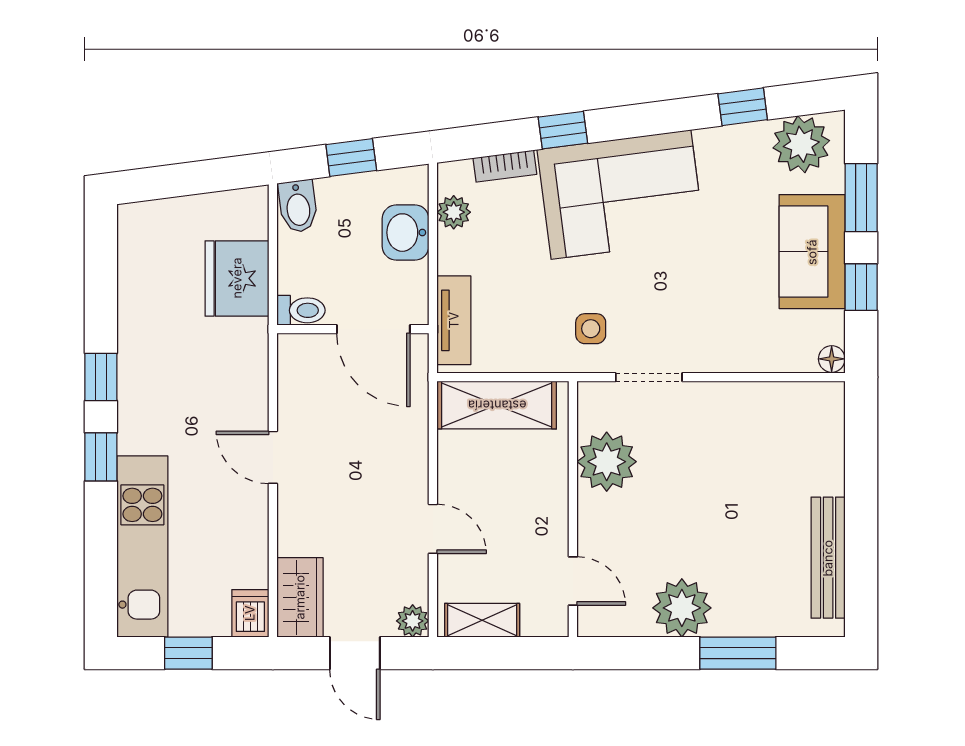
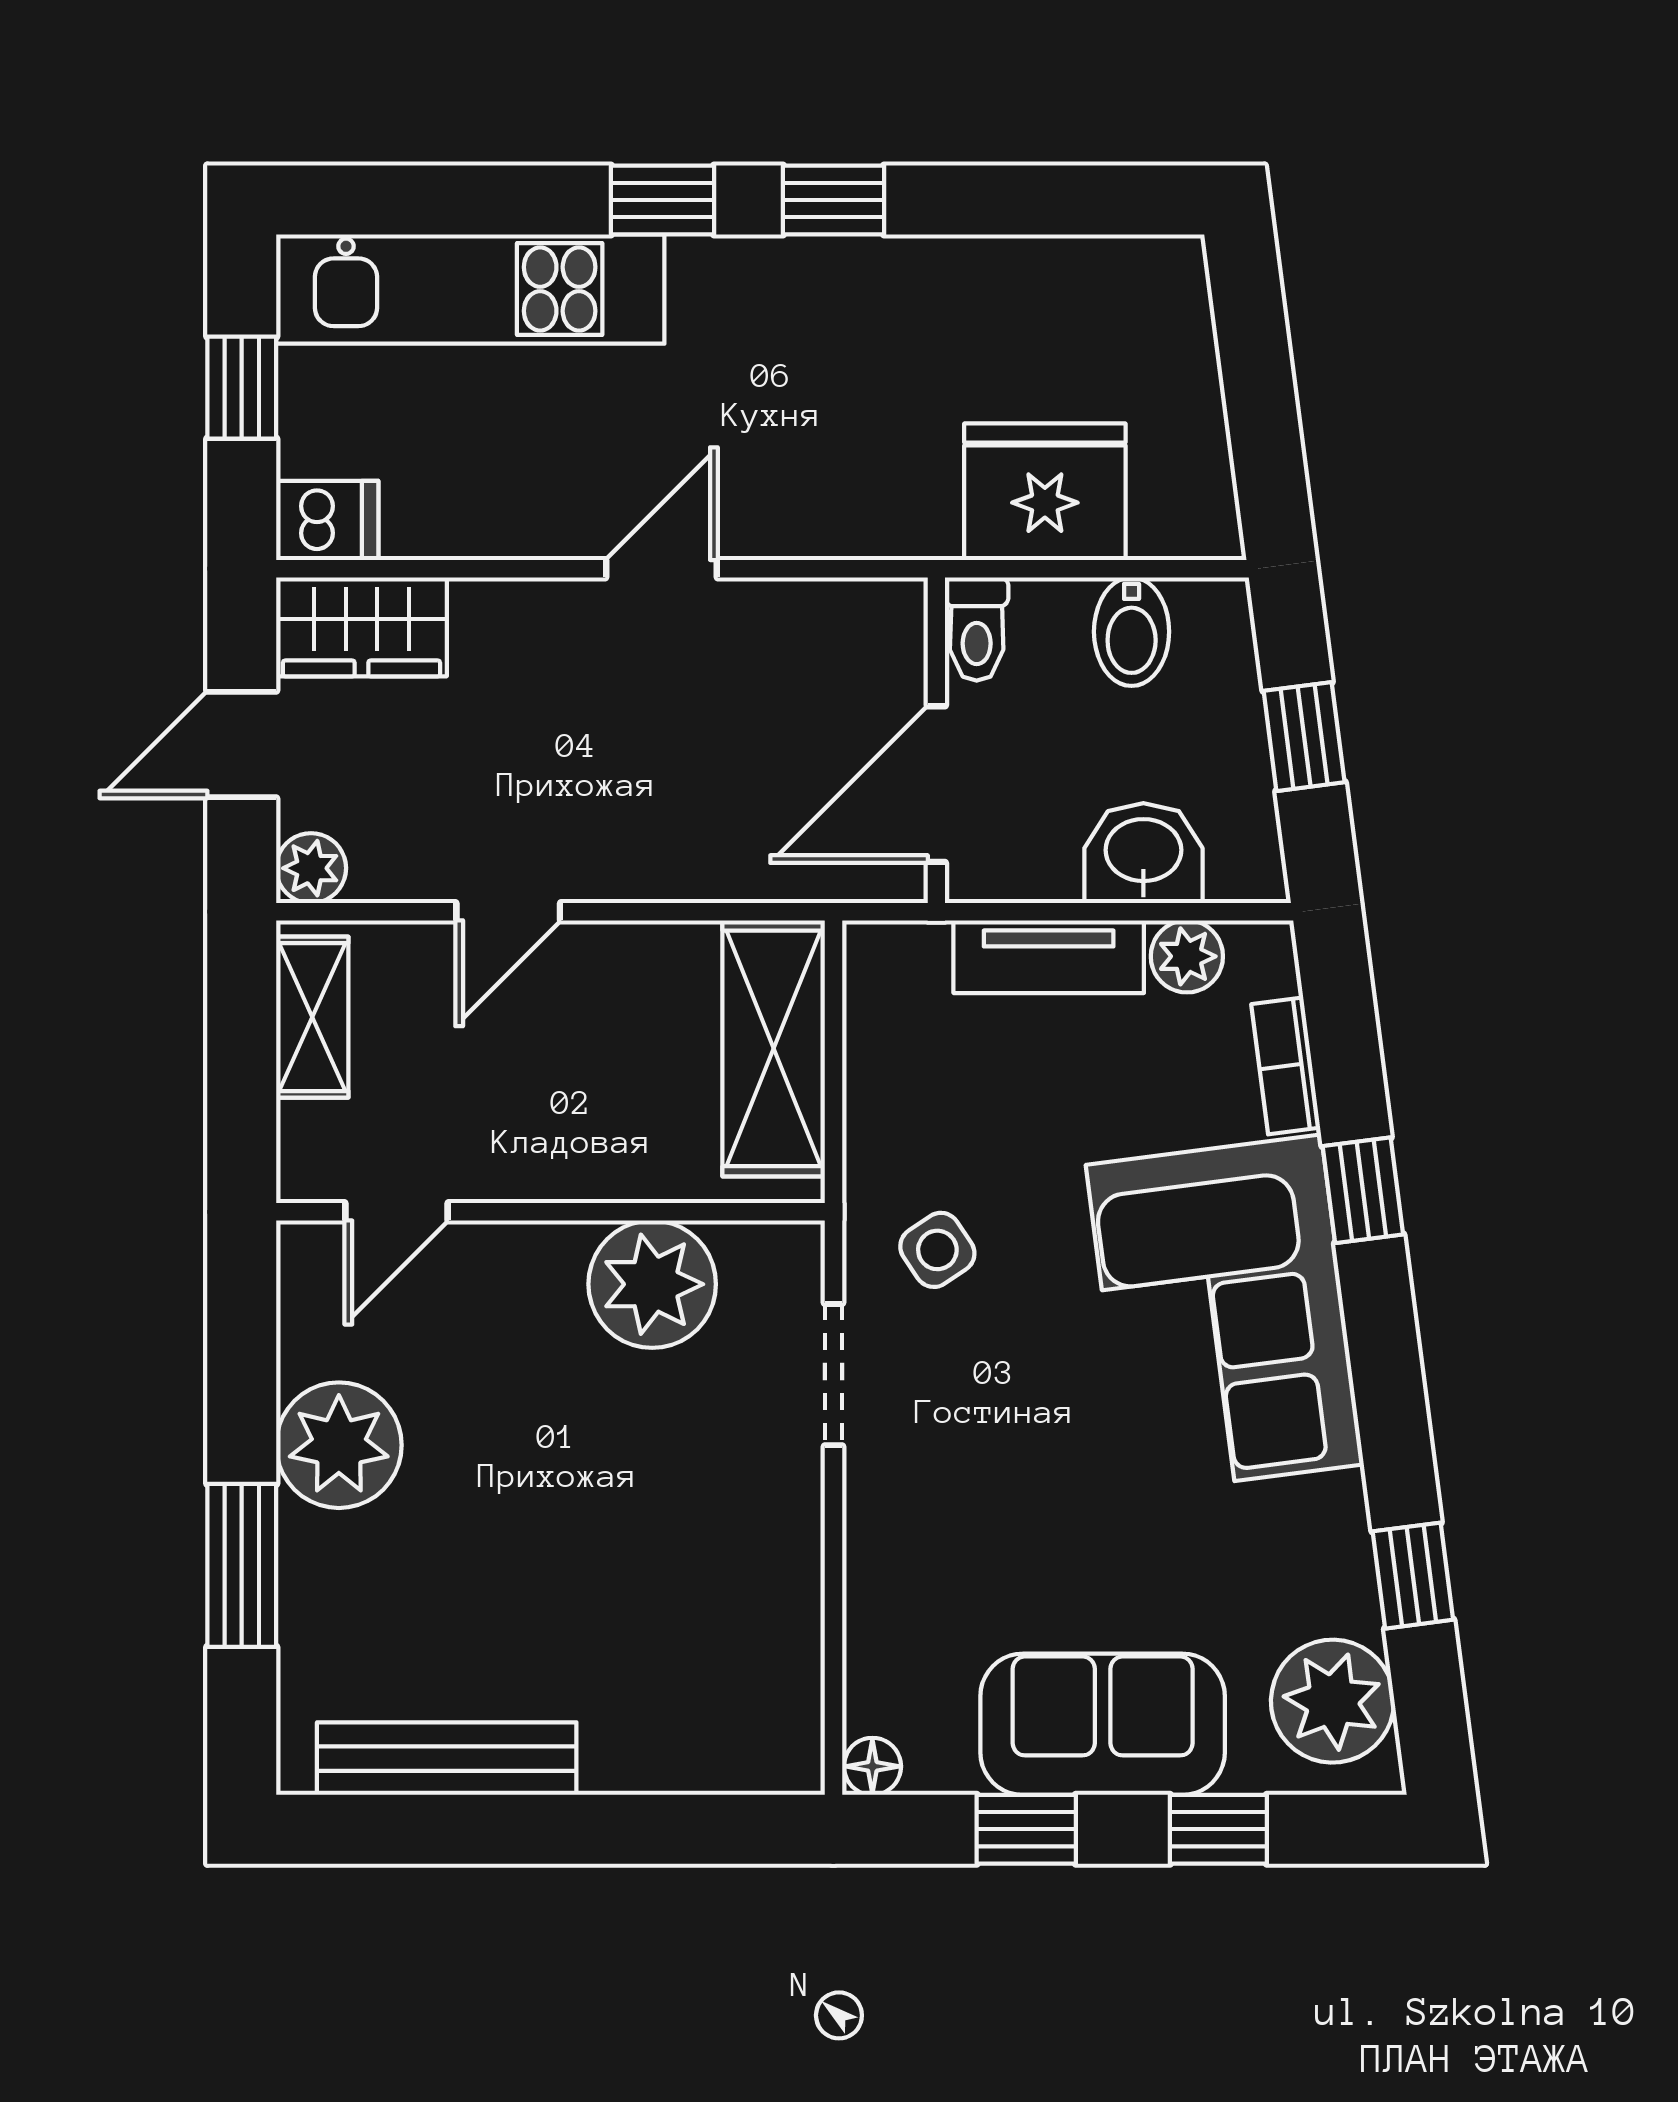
window: (861, 198) -> (1218, 1829), width x0.67
bidet: (298, 206) -> (1132, 632), moved, turned -83
tv unit: (454, 320) -> (1049, 957), moved
side table: (591, 329) -> (937, 1250), turned -34

